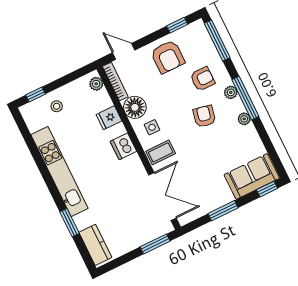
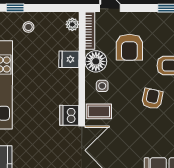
armchair: (168, 57) -> (129, 47), moved
dishwasher: (123, 146) -> (69, 115), moved

